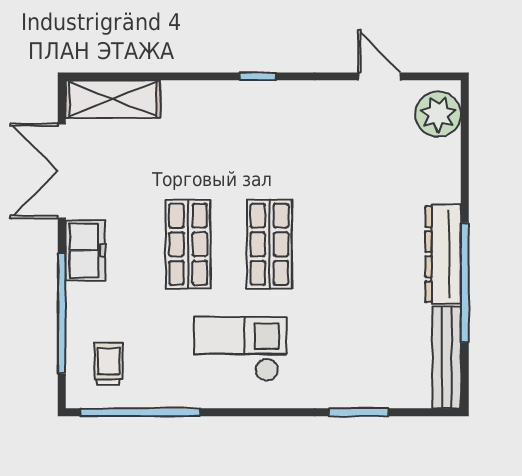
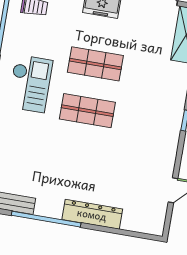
plant: (438, 114) -> (146, 220), removed
dresser: (443, 254) -> (92, 214), moved

